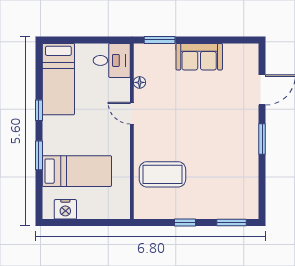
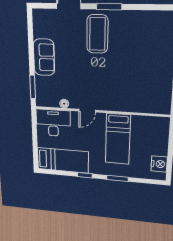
desk: (112, 60) -> (53, 123), width x1.37
bed: (77, 171) -> (118, 139), moved, turned 180
coffee table: (162, 174) -> (97, 34), moved

